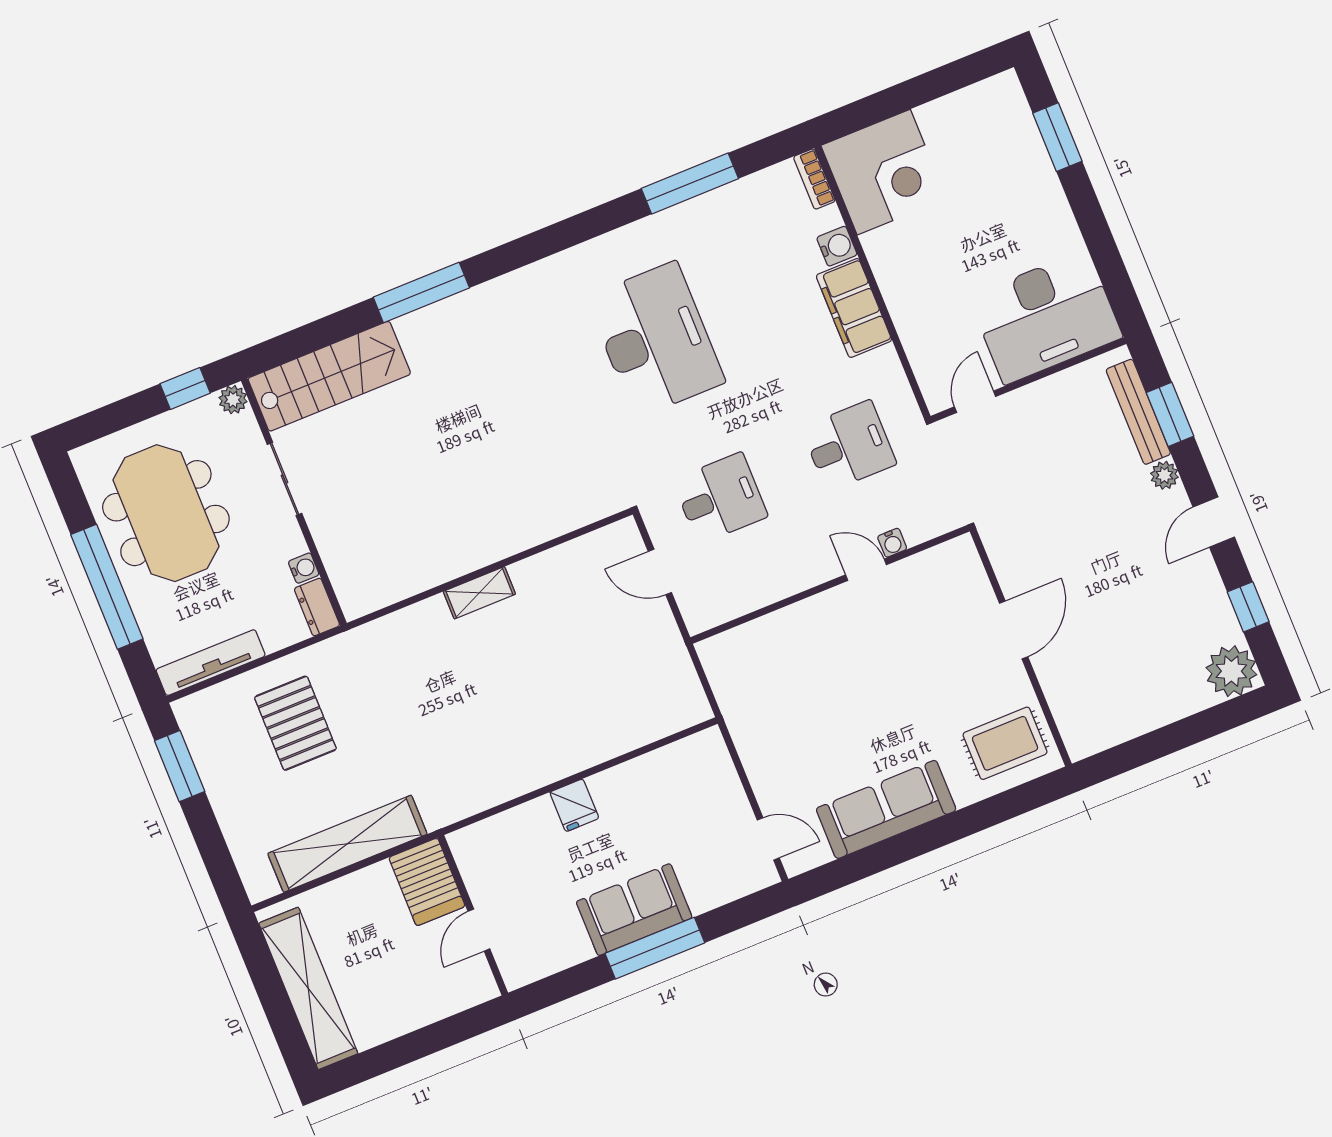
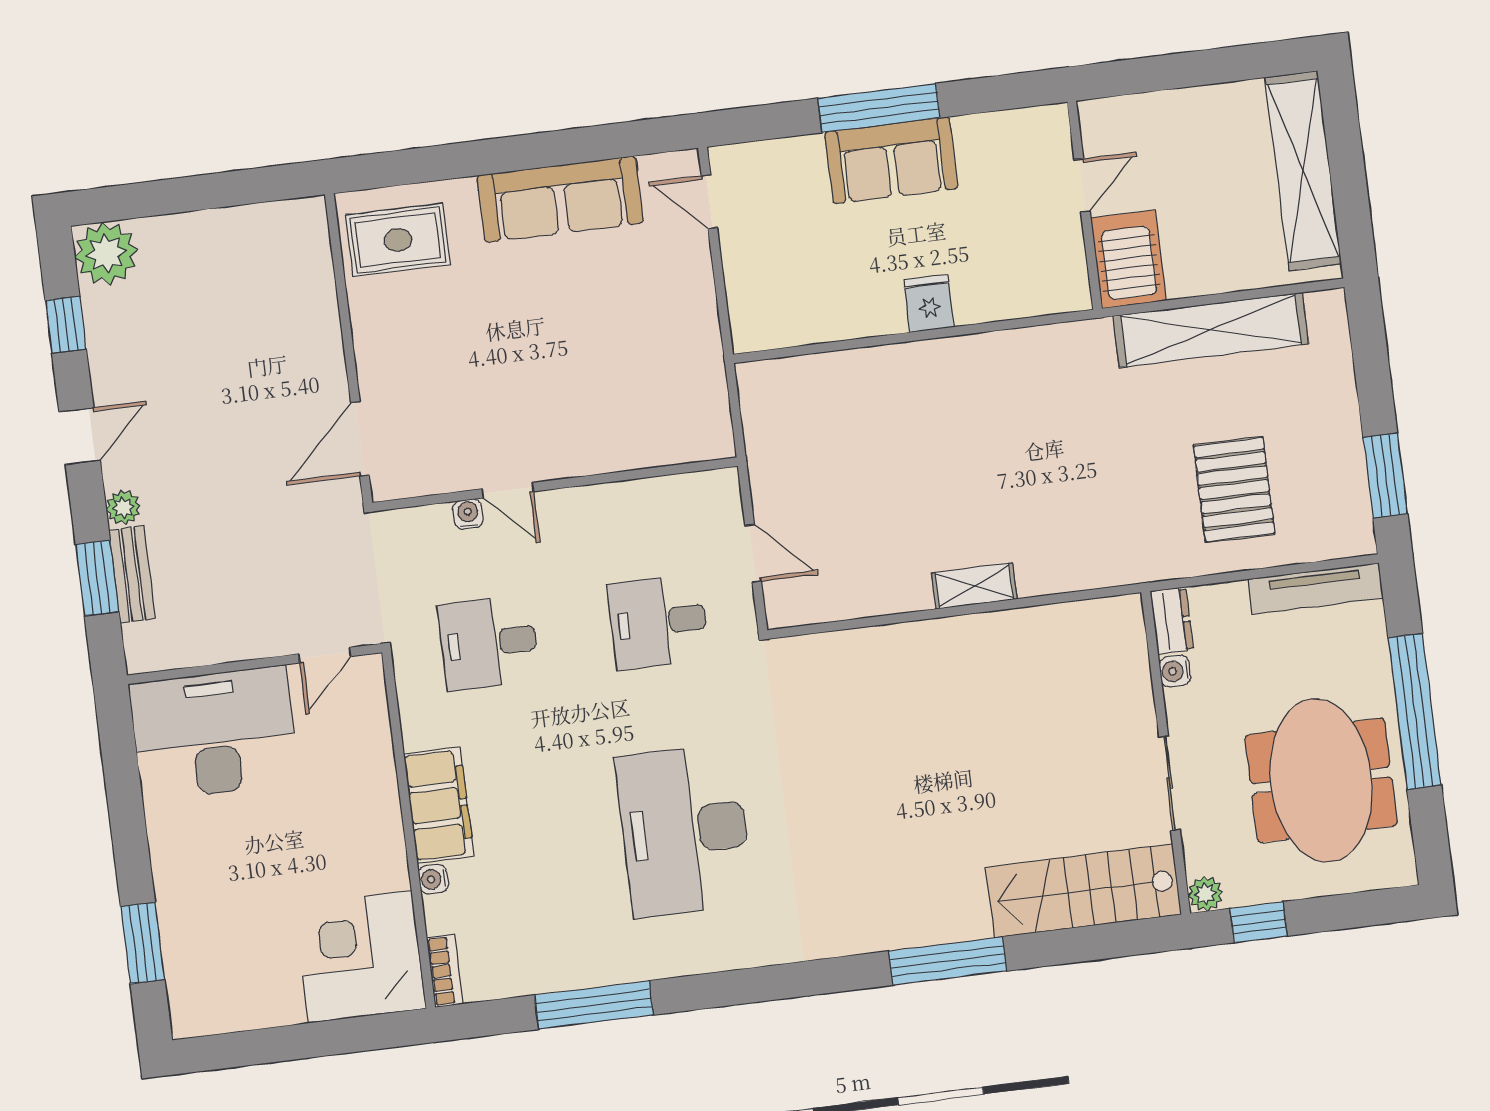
water cooler: (837, 246) -> (433, 879), width x0.72, depth x0.72
bench: (1138, 412) -> (132, 574), width x0.73
door: (1014, 630) -> (360, 439), moved

